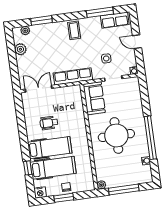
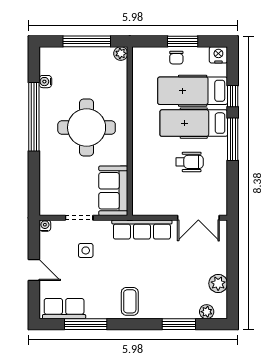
window: (24, 141) -> (233, 139), added

